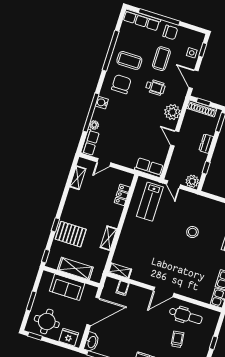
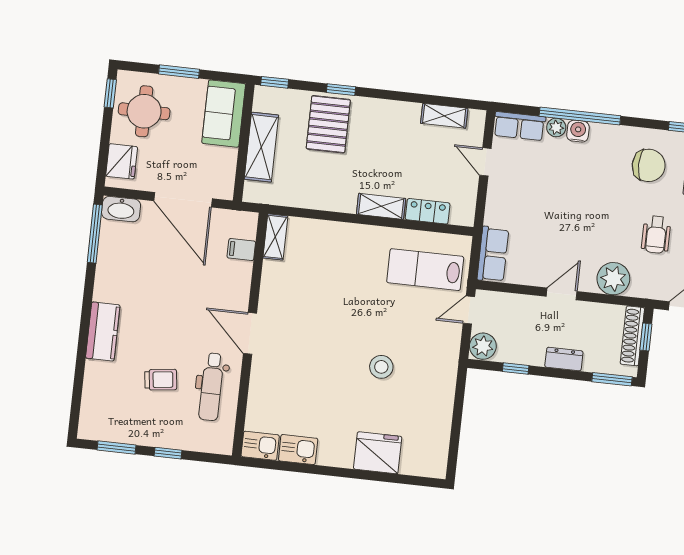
water cooler: (102, 103) -> (578, 131), moved
shelving: (108, 238) -> (381, 206), moved
sofa: (67, 287) -> (224, 114), moved

